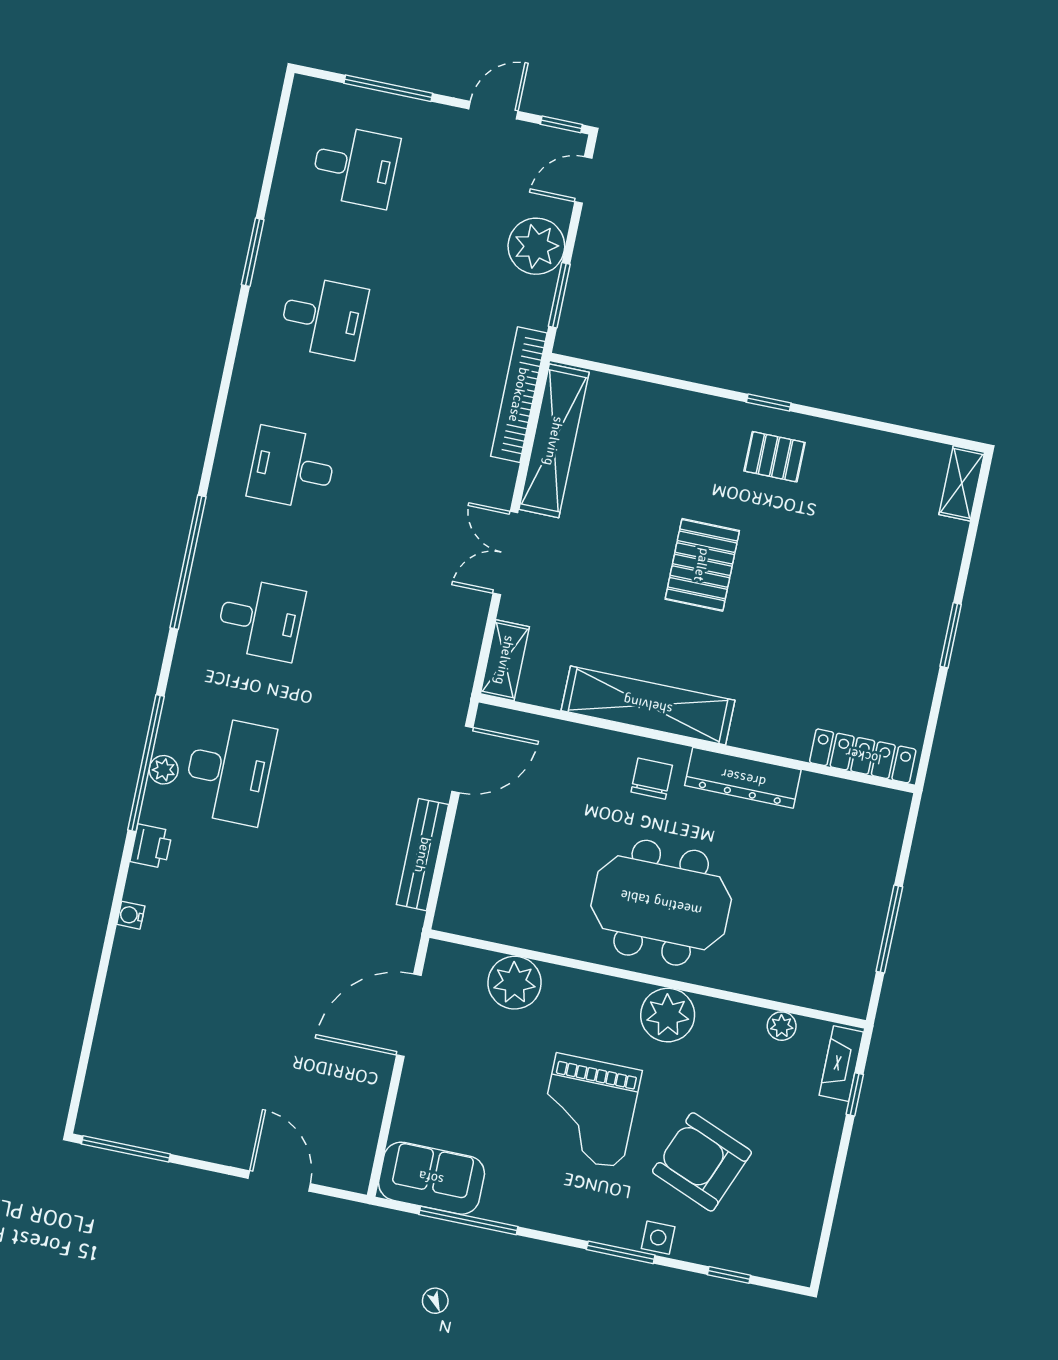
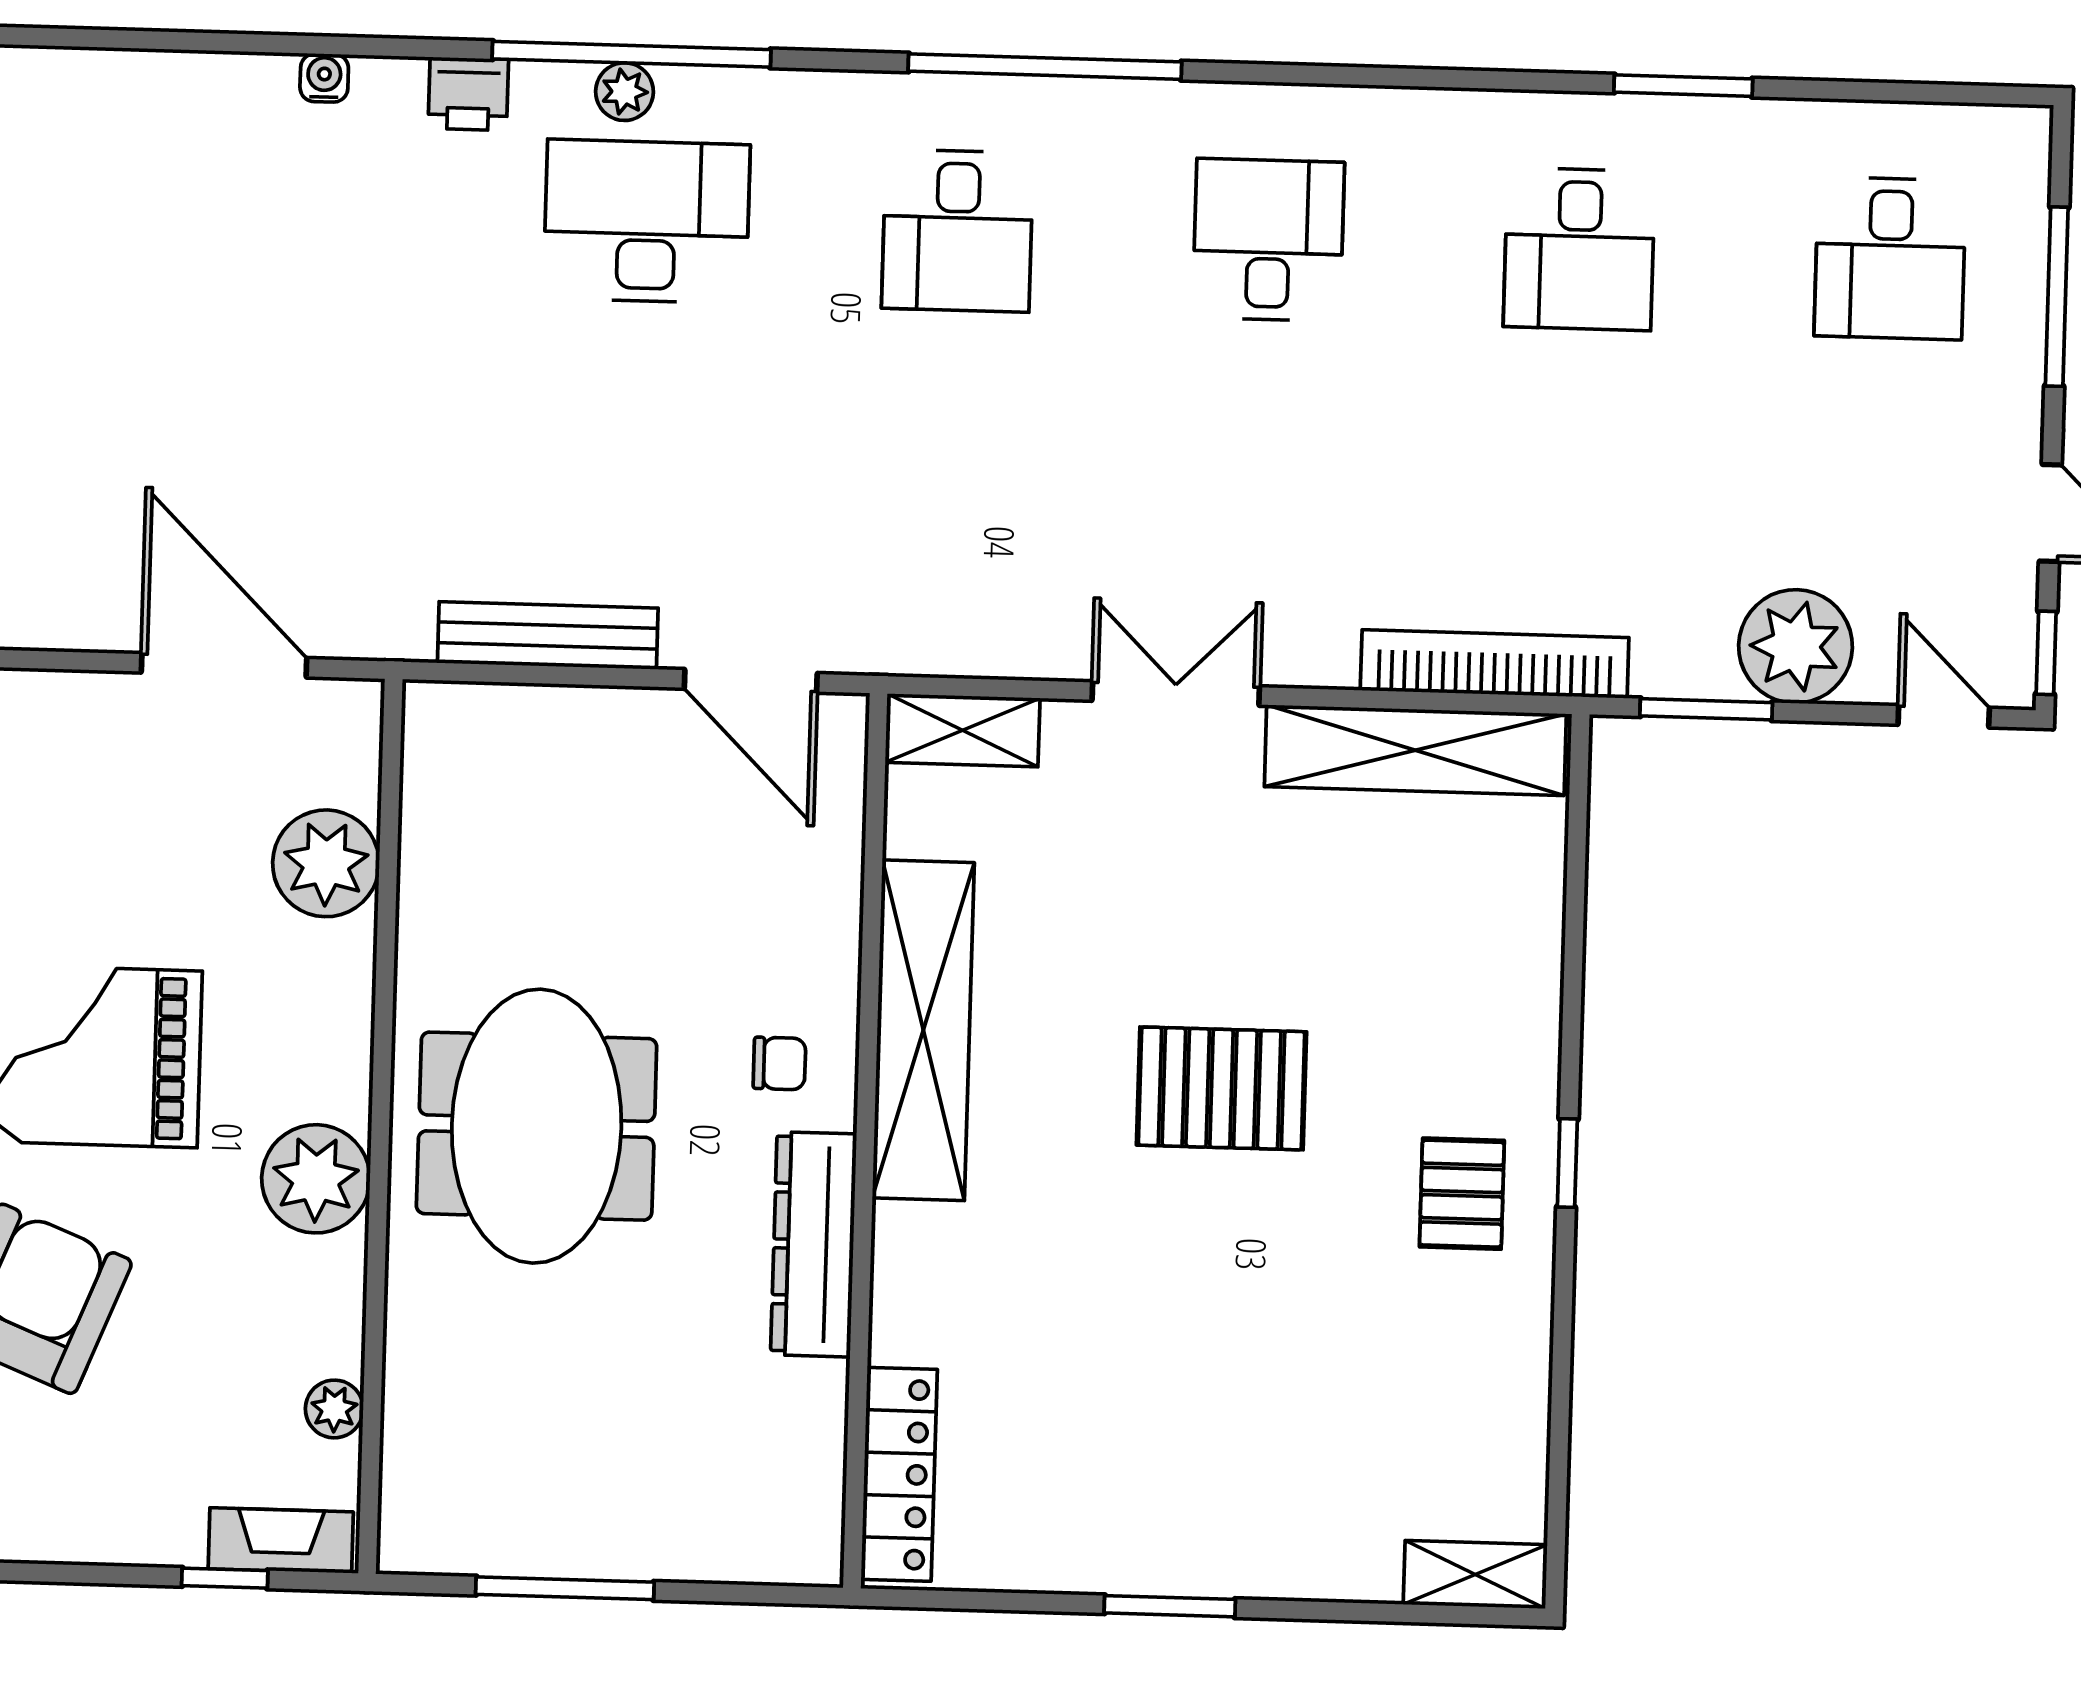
desk: (229, 770) -> (647, 221), turned 180
chair: (652, 779) -> (779, 1063), width x0.73, depth x0.73

